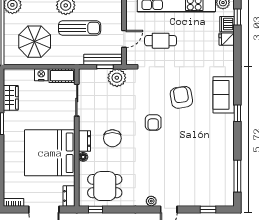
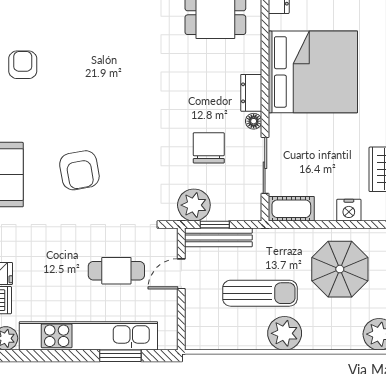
sun lounger: (80, 28) -> (260, 293), turned 180
nightstand: (41, 75) -> (349, 210), moved
armchair: (153, 123) -> (23, 65), moved
chair: (112, 138) -> (209, 148), moved
floor lamp: (83, 157) -> (254, 121), moved

